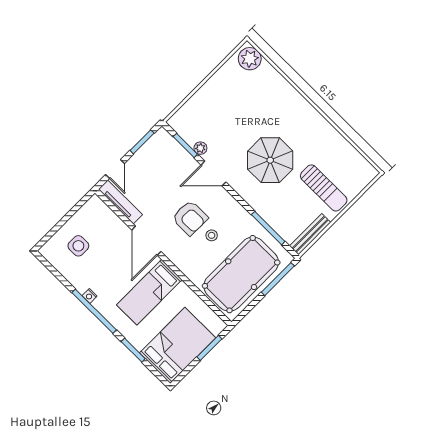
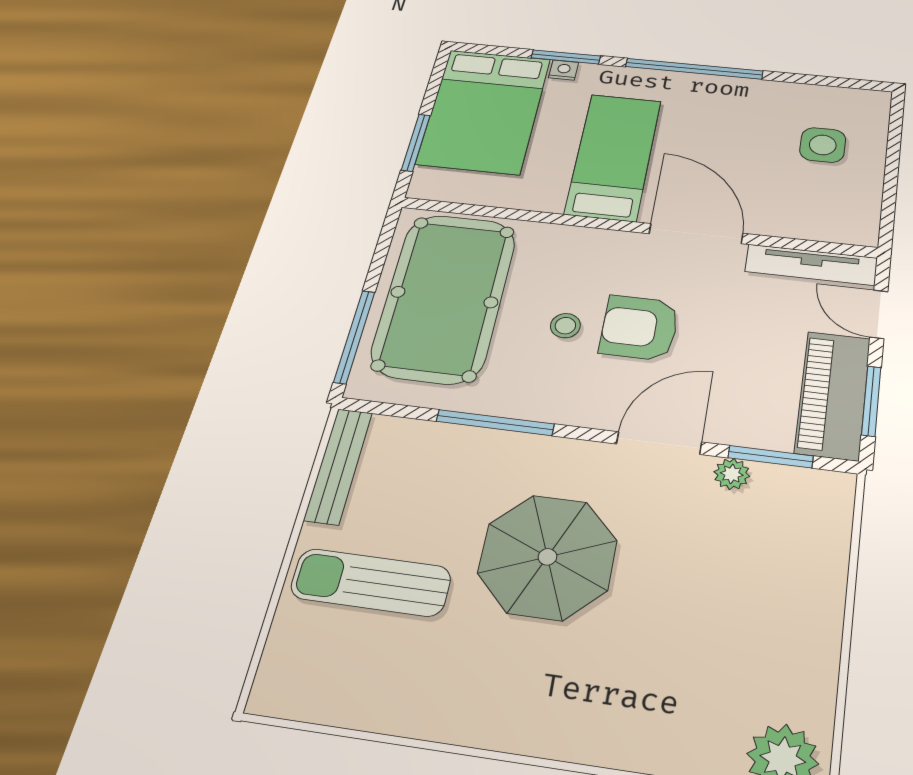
piano: (151, 152) -> (833, 395), added
window: (268, 228) -> (495, 423), moved
nightstand: (90, 296) -> (564, 70), moved

